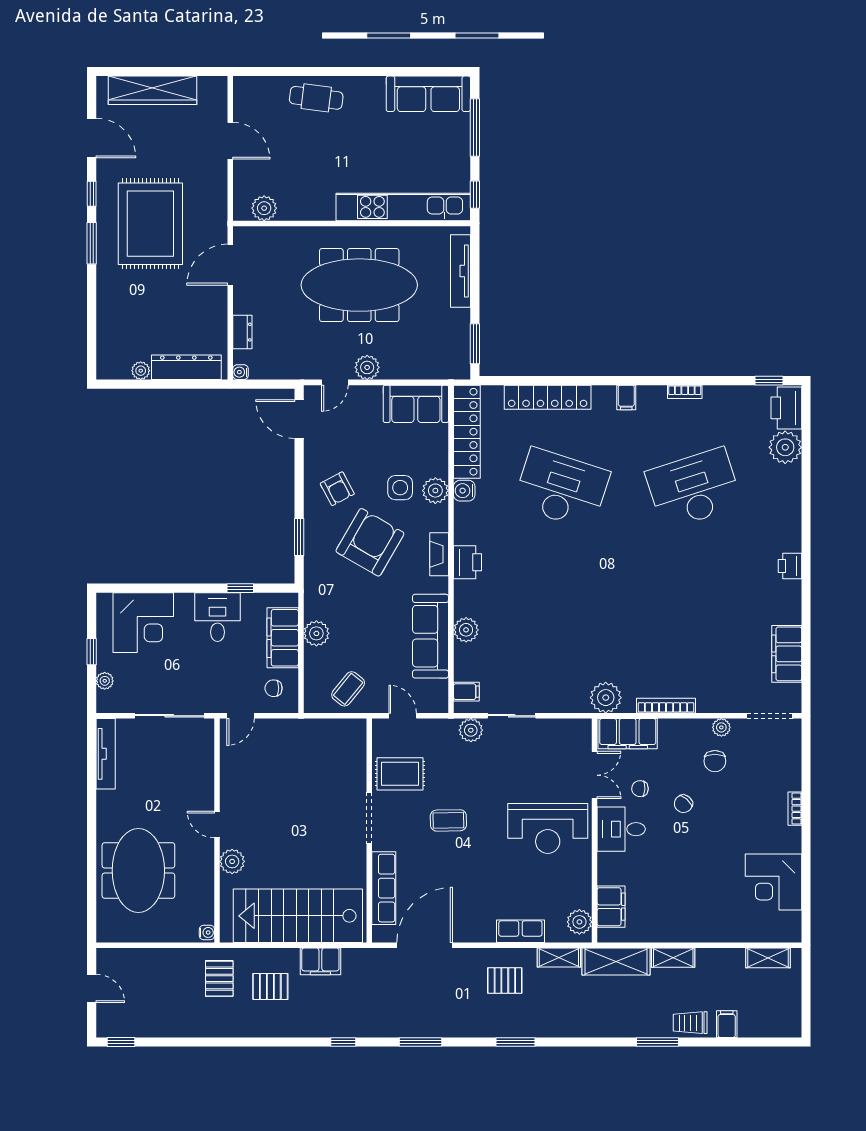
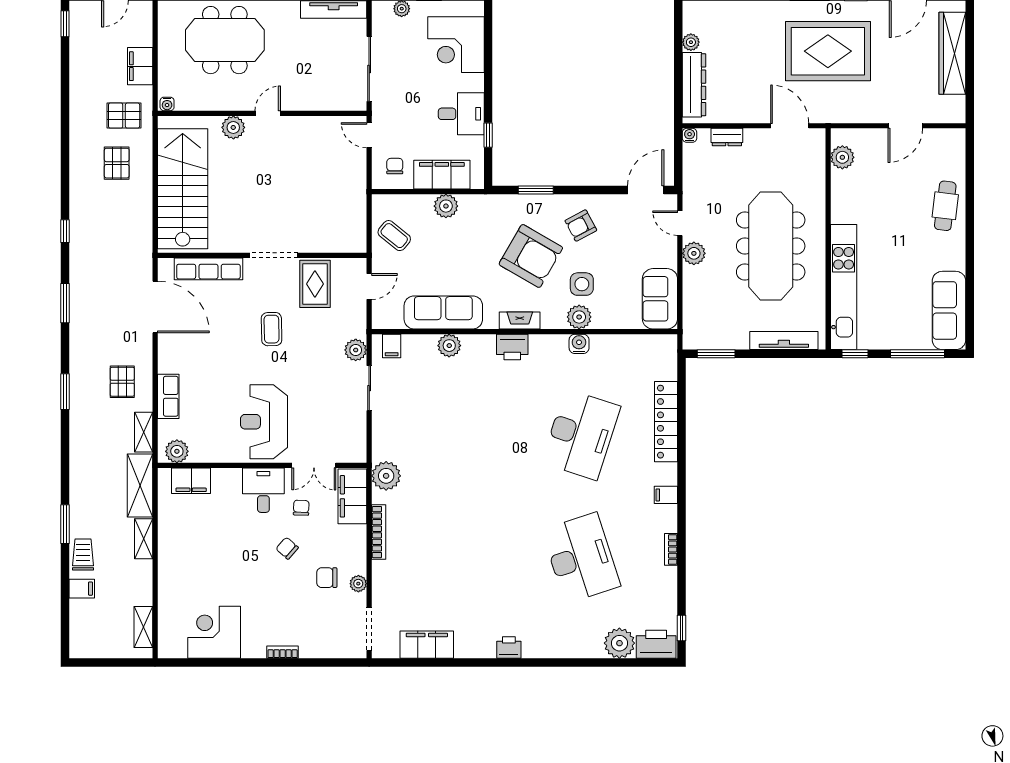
locker: (467, 432) -> (634, 346), removed
filing cabinet: (320, 961) -> (140, 66), moved

